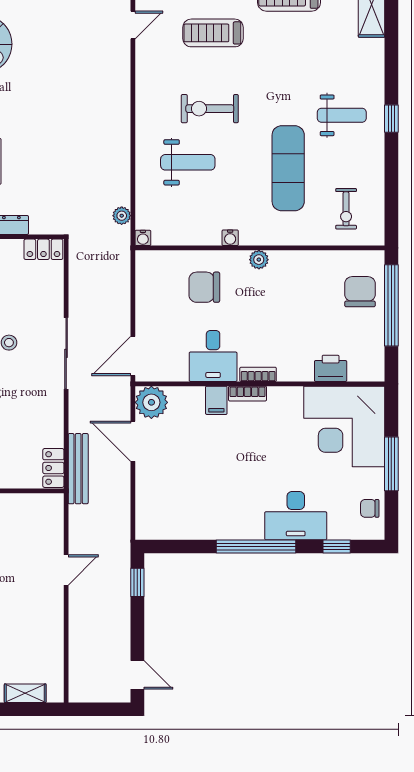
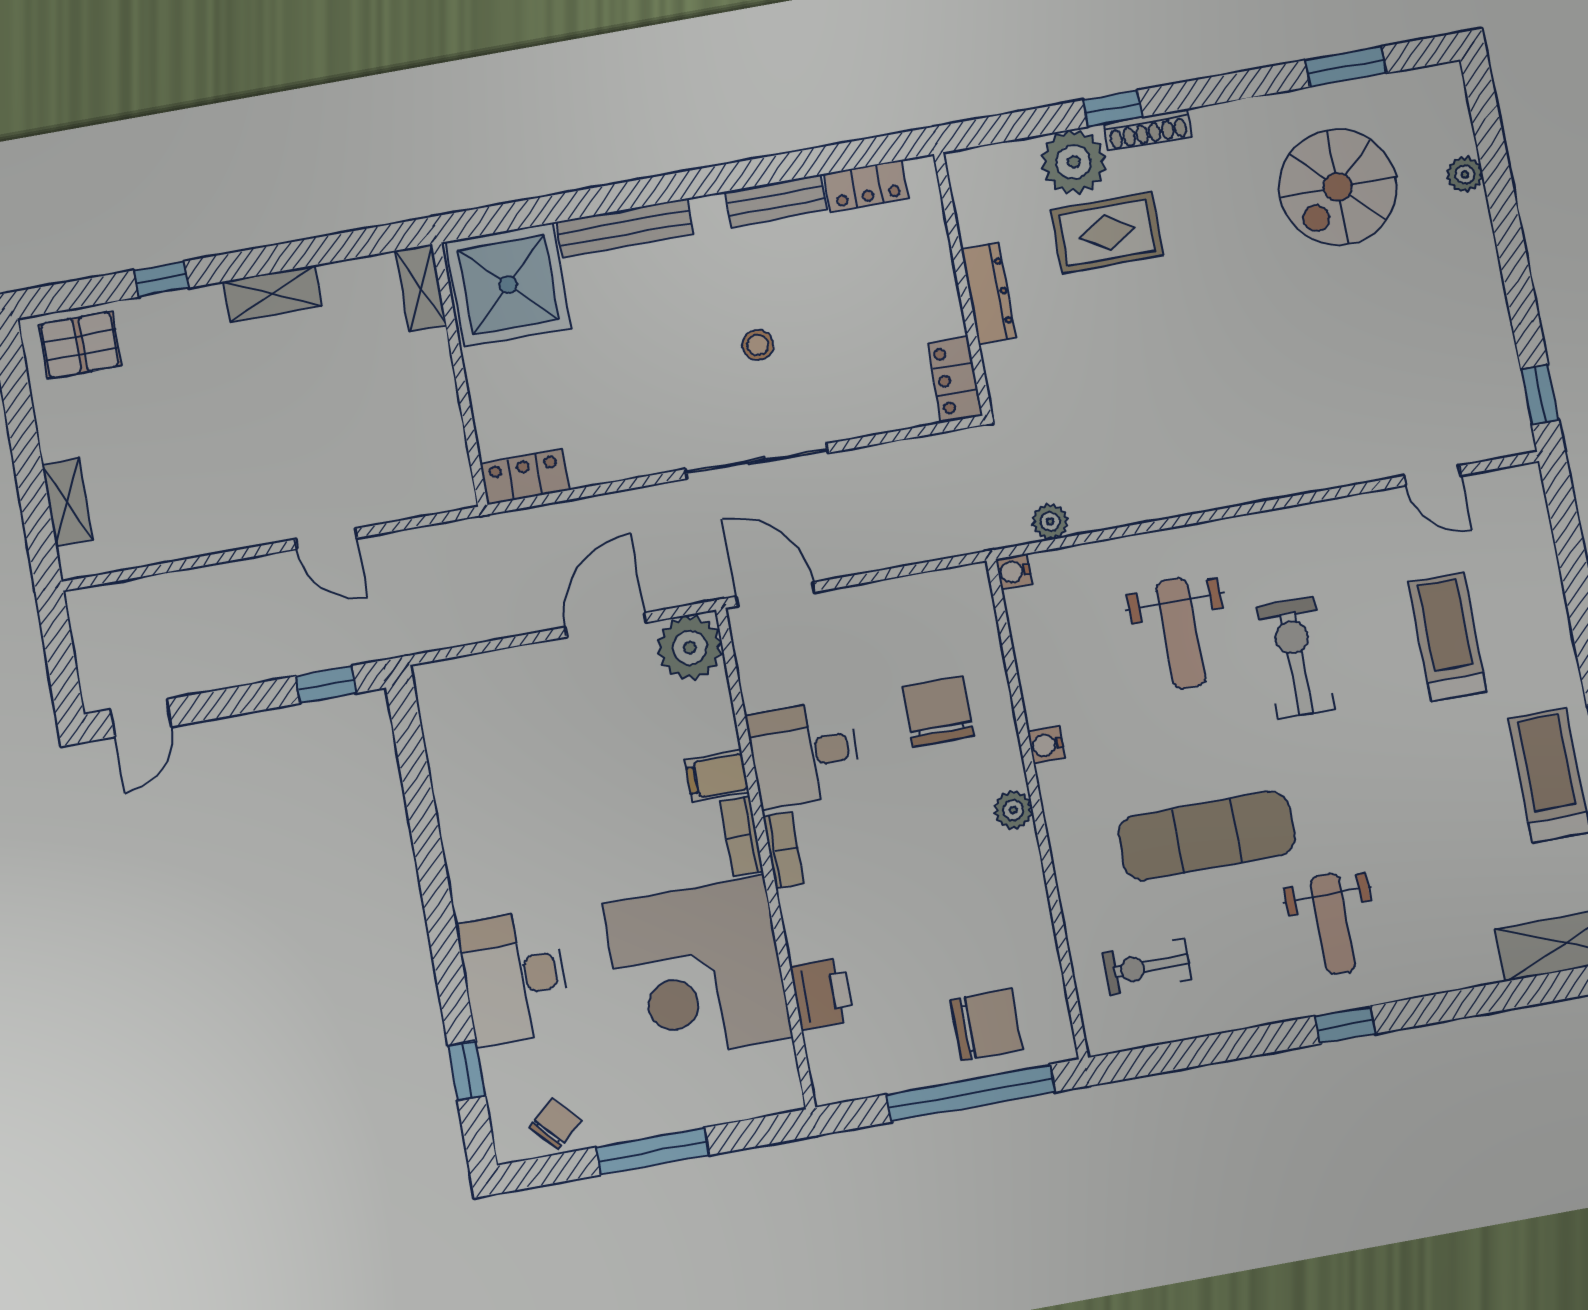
corner desk: (344, 427) -> (698, 970), moved, turned -90
bench: (78, 469) -> (532, 526), removed
chair: (370, 508) -> (555, 1124), turned 47
window: (256, 547) -> (438, 909), removed

